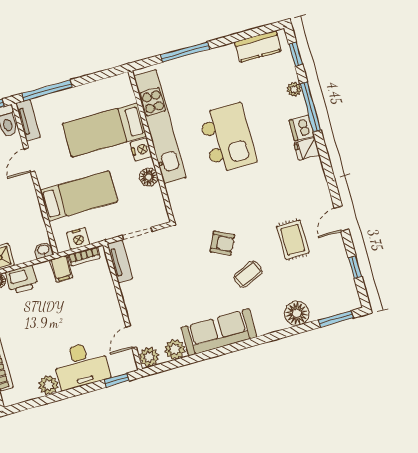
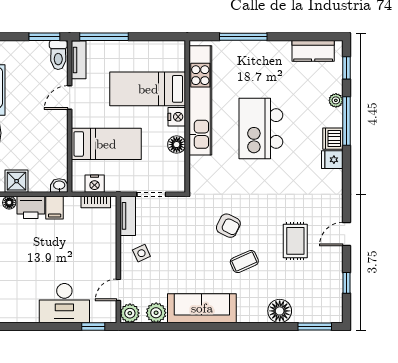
kitchen island: (228, 138) -> (261, 129), turned 180
filing cabinet: (61, 269) -> (55, 208), moved
side table: (144, 294) -> (141, 253), added
plant: (48, 385) -> (28, 313), removed

